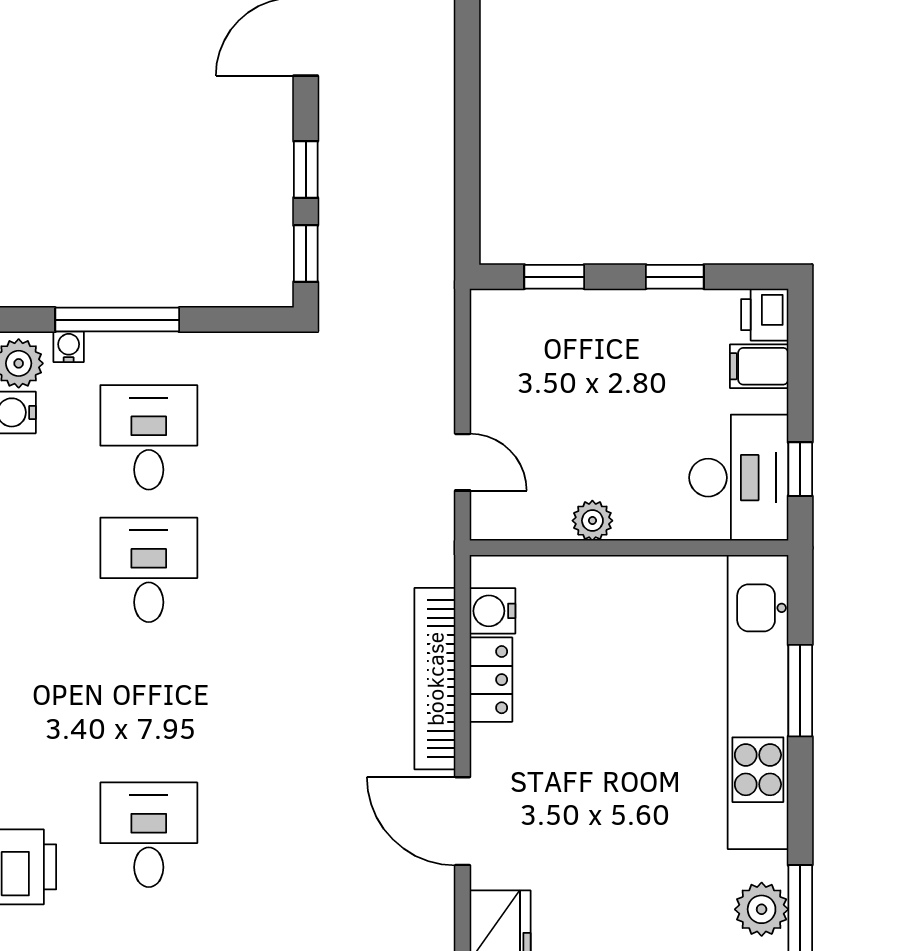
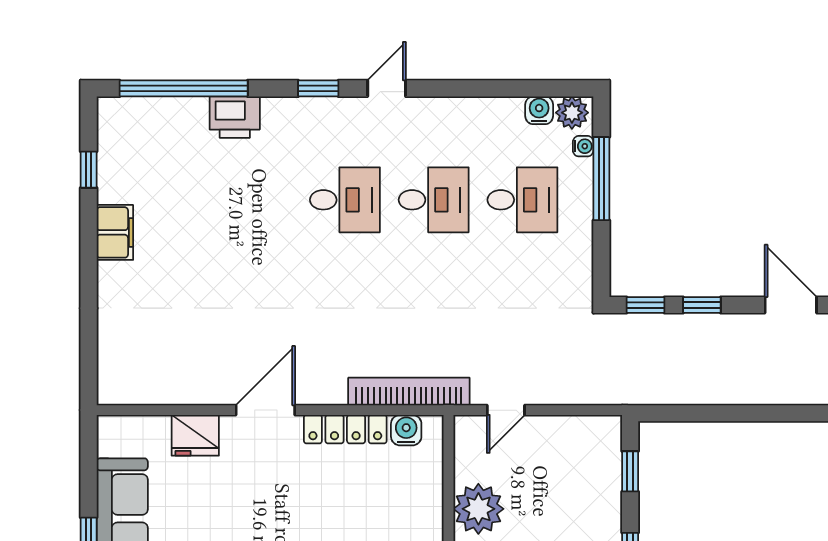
plant: (592, 521) -> (478, 509), width x1.88, depth x1.88
bookcase: (435, 679) -> (409, 392), moved
locker: (491, 680) -> (345, 429), width x1.53
desk: (149, 835) -> (345, 200), moved

